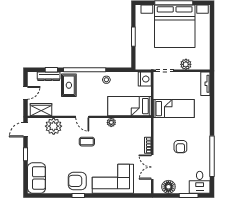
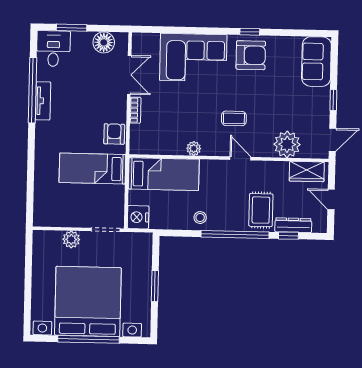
tv unit: (205, 84) -> (43, 101), moved
door: (26, 93) -> (331, 199), hinge flipped
armchair: (180, 147) -> (114, 134), moved

